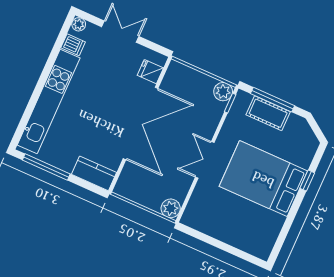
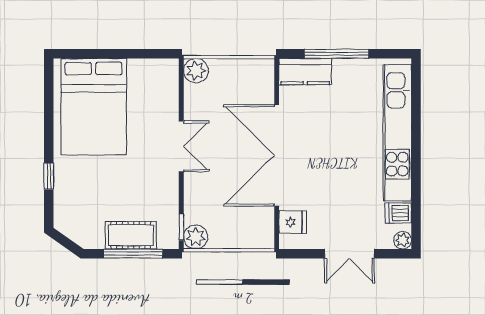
window: (46, 167) -> (337, 54), moved
bed: (263, 179) -> (94, 107), moved, turned 90

